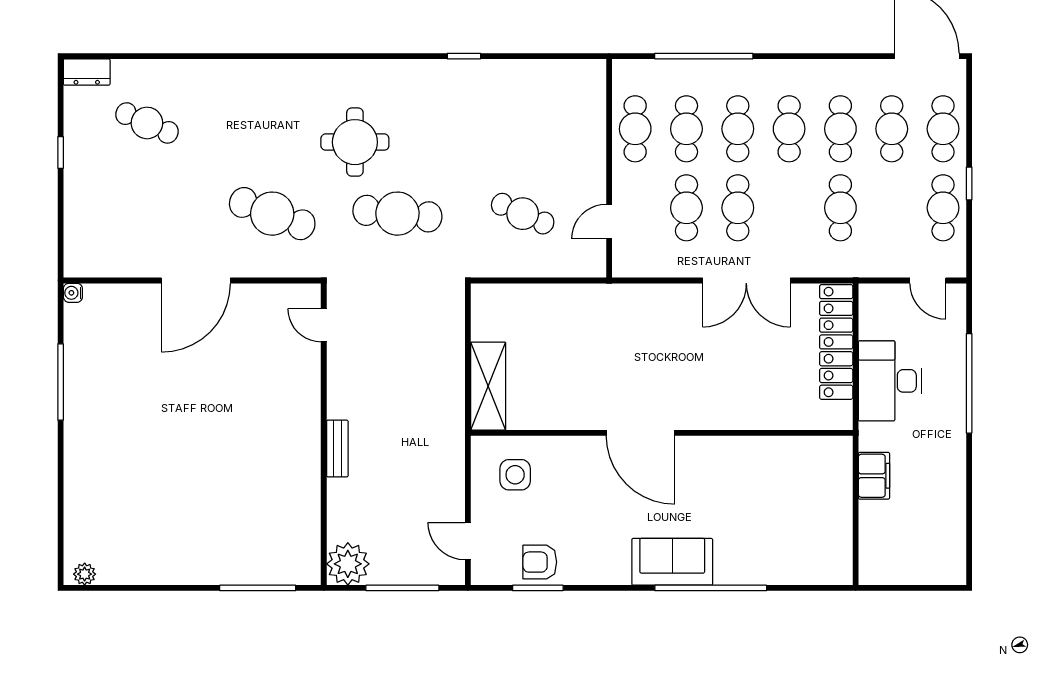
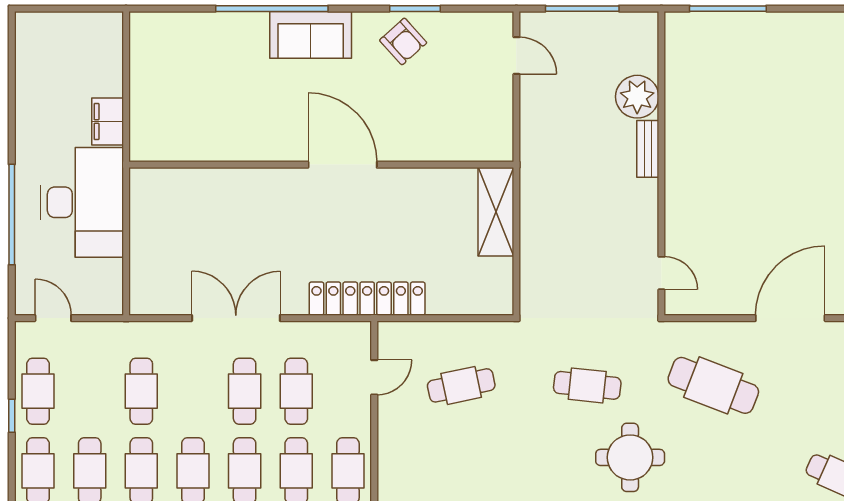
cafe table: (397, 214) -> (587, 385), width x0.73, depth x0.74
cafe table: (523, 214) -> (461, 385), turned -36
locker: (836, 342) -> (367, 299), moved, turned -90
desk: (890, 381) -> (82, 202), width x1.36, depth x1.30
side table: (515, 475) -> (469, 123), removed
armchair: (540, 562) -> (403, 41), moved, turned 48
plant: (348, 564) -> (637, 97), moved
window: (538, 588) -> (415, 9), moved

